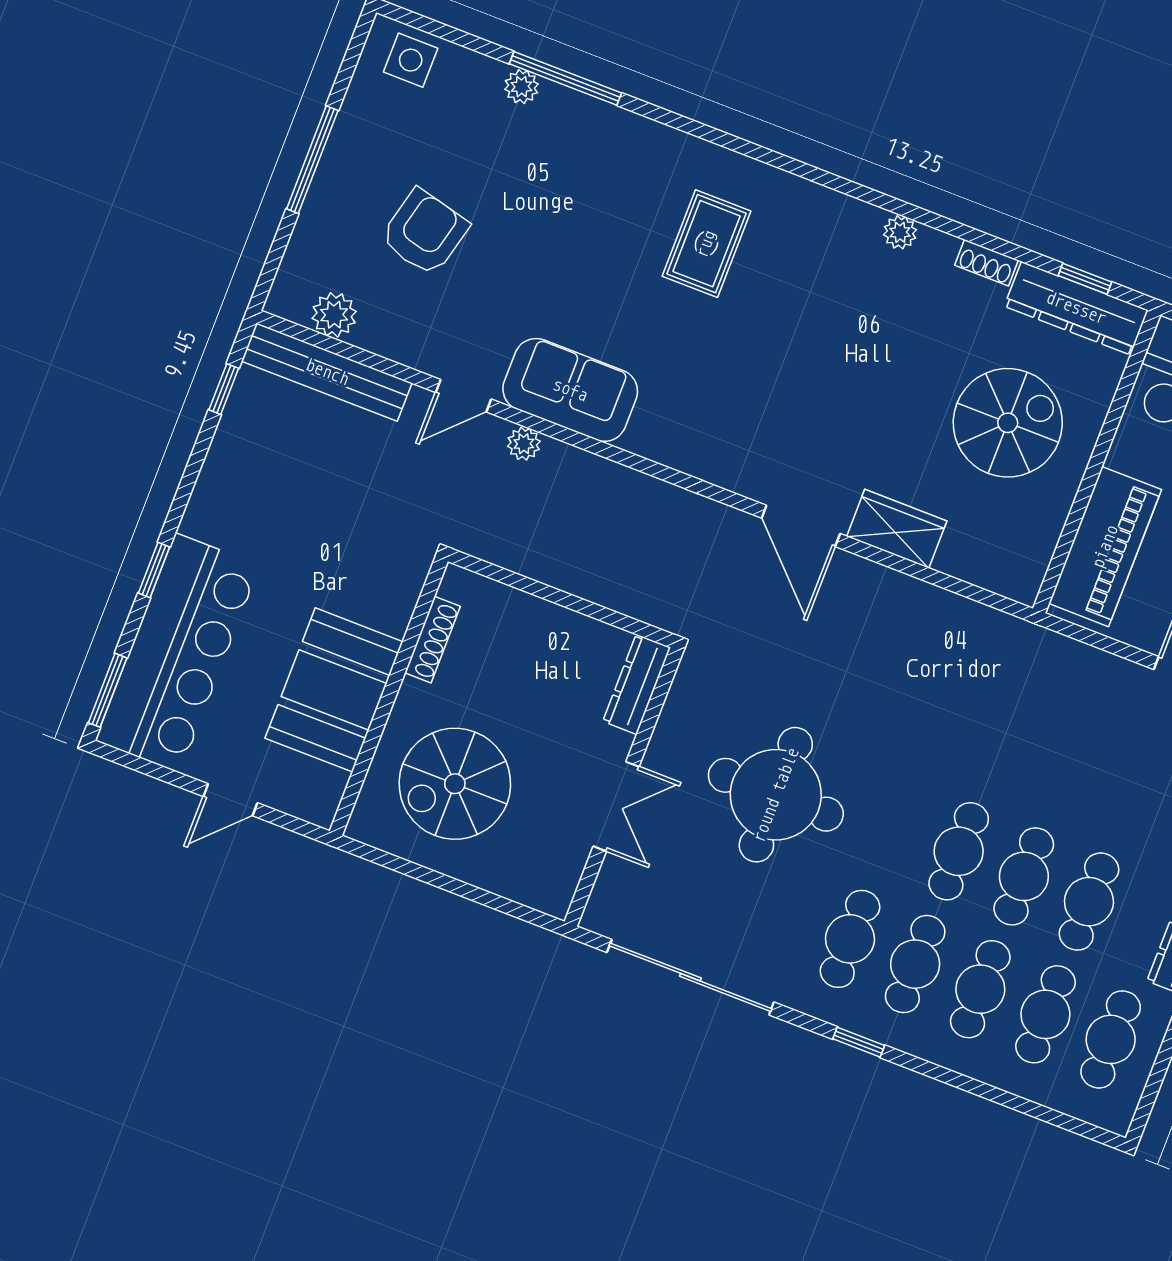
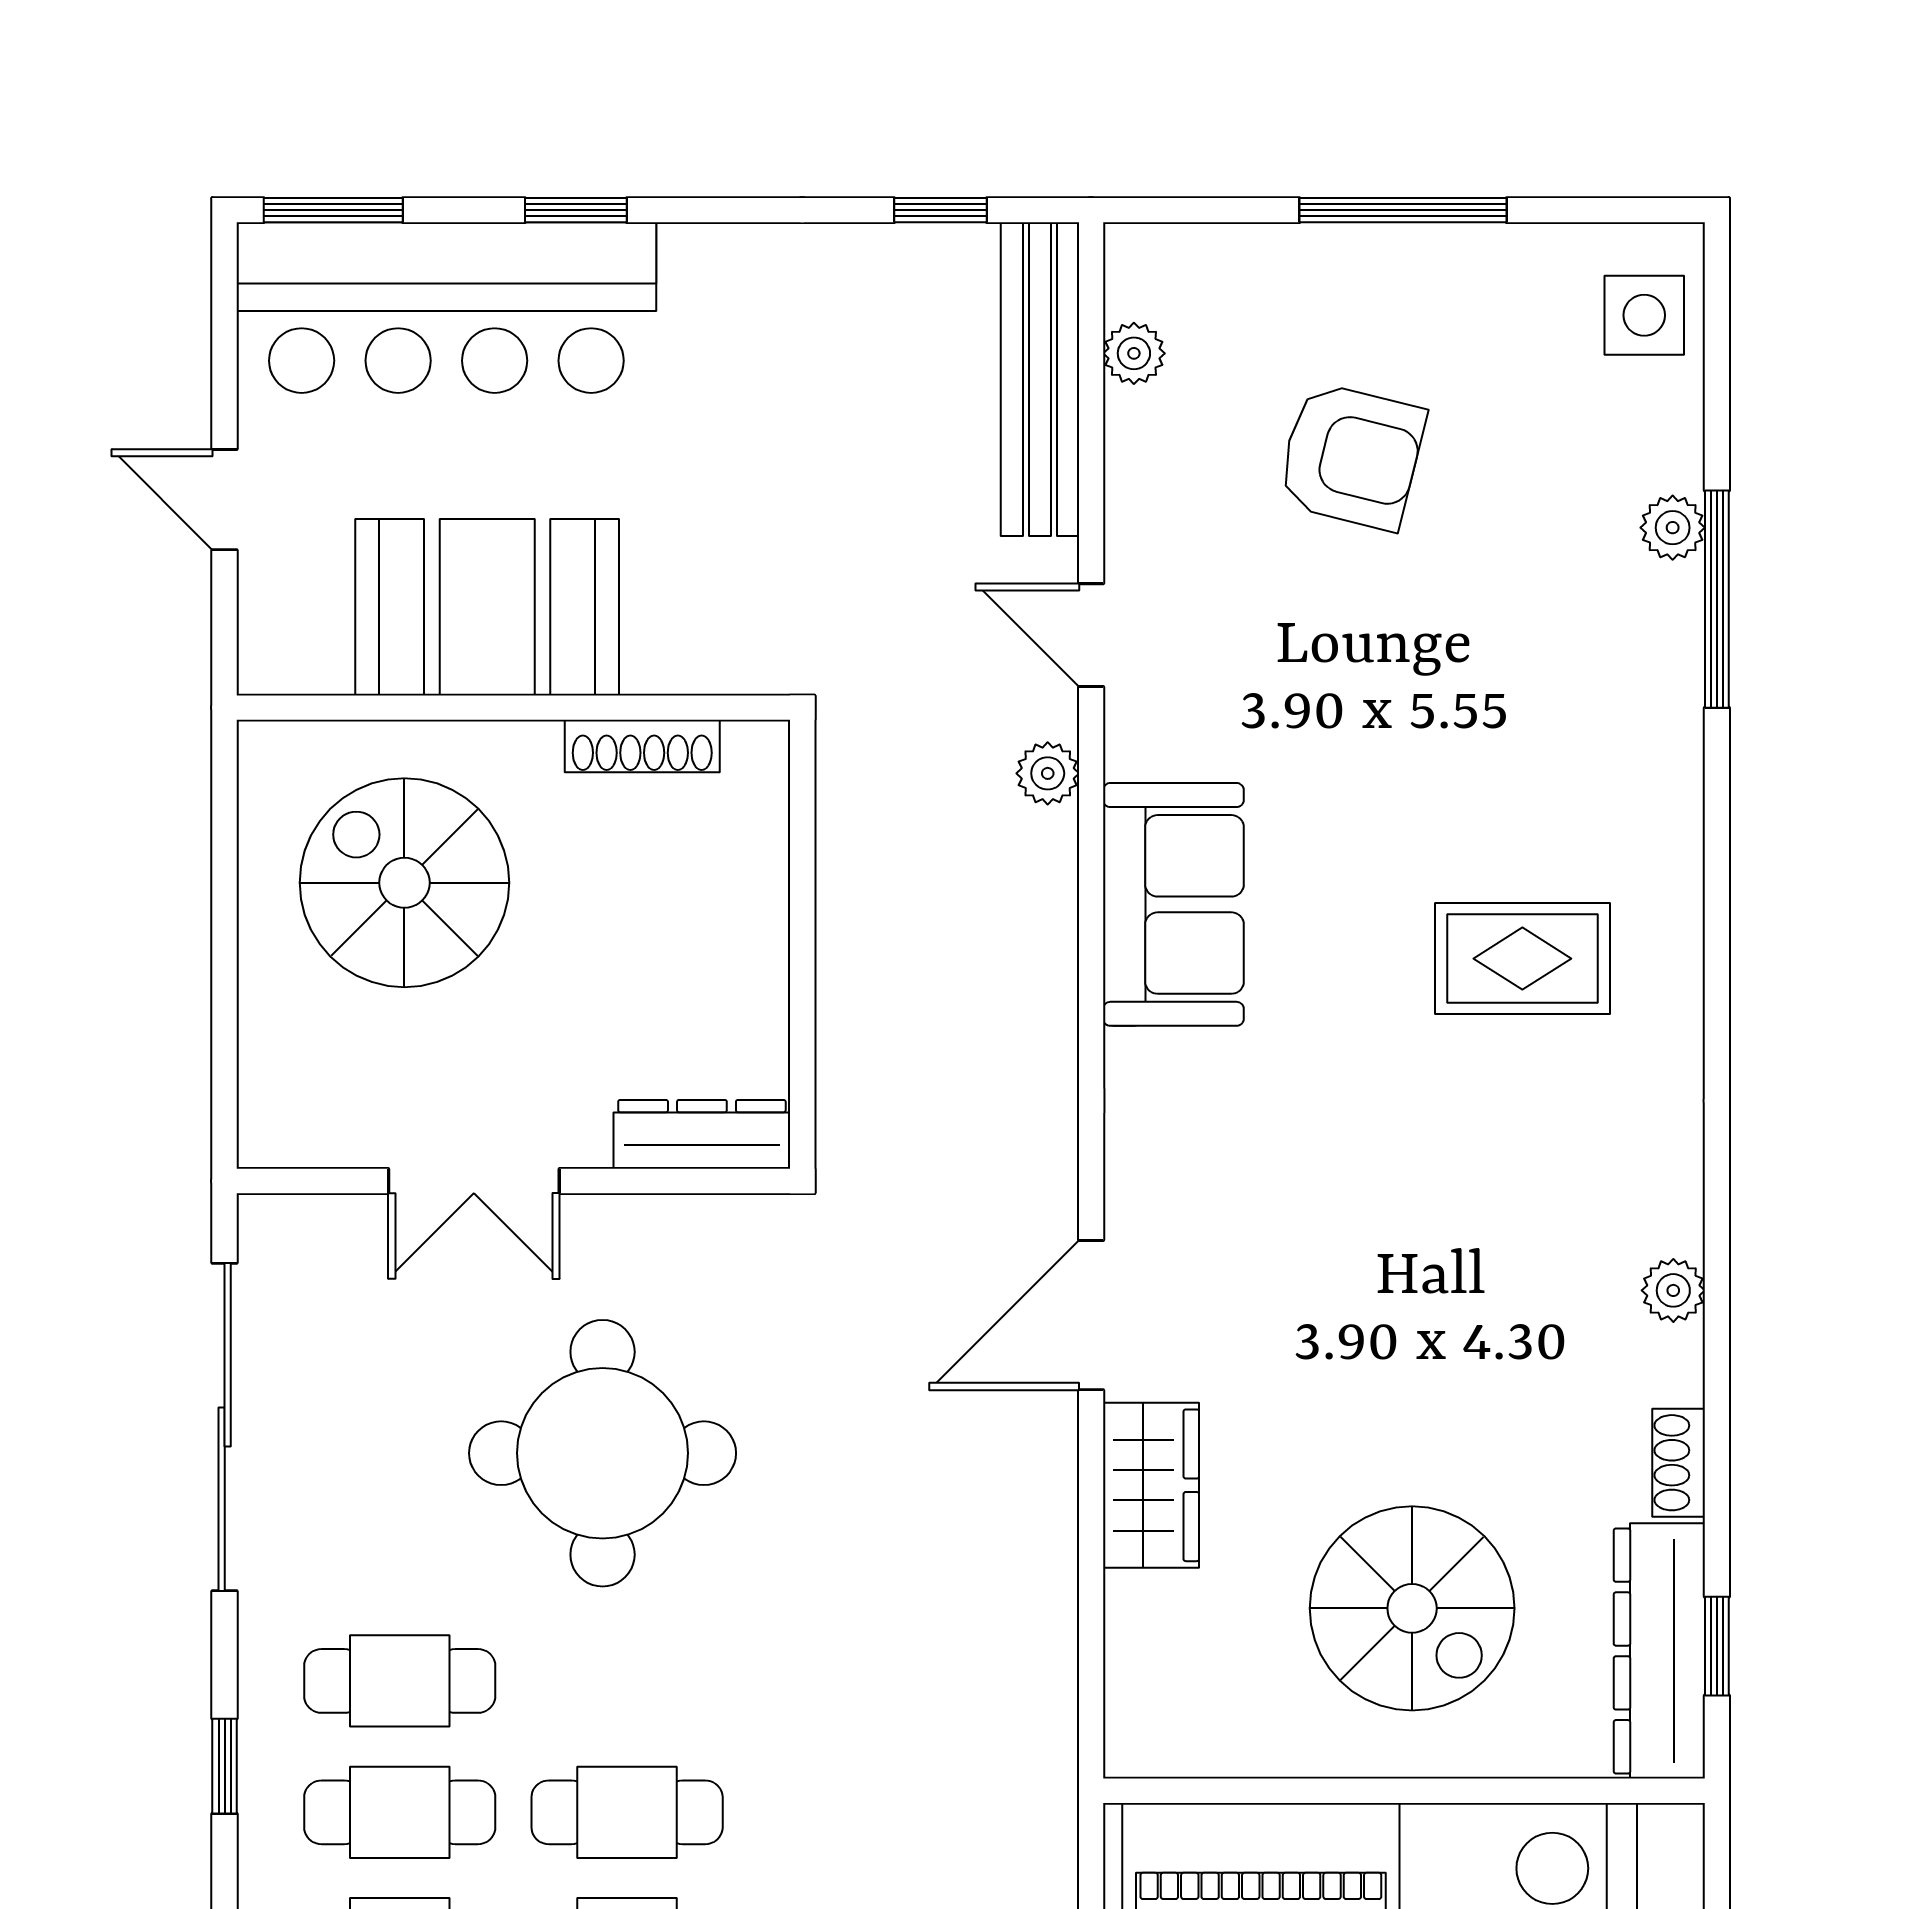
plant: (334, 315) -> (1134, 353), width x0.73, depth x0.73
sofa: (570, 390) -> (1173, 904), moved

